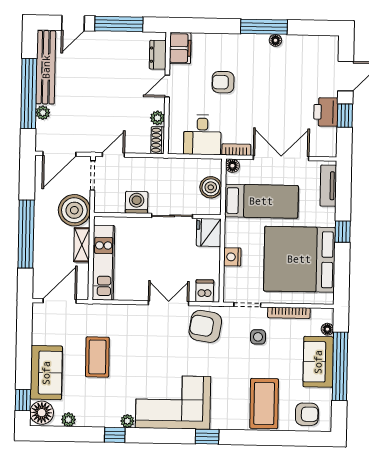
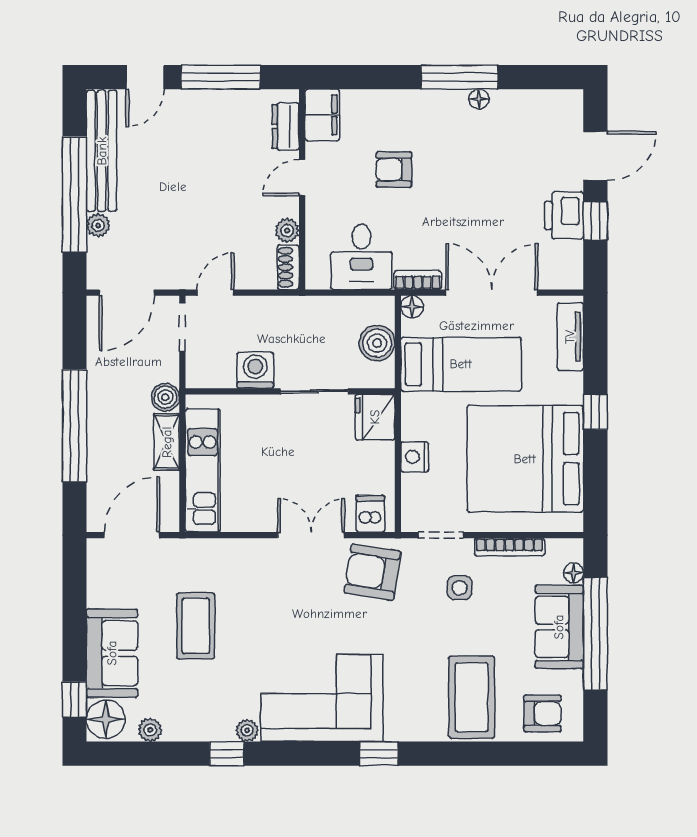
boiler: (74, 210) -> (165, 397), width x0.54, depth x0.54

